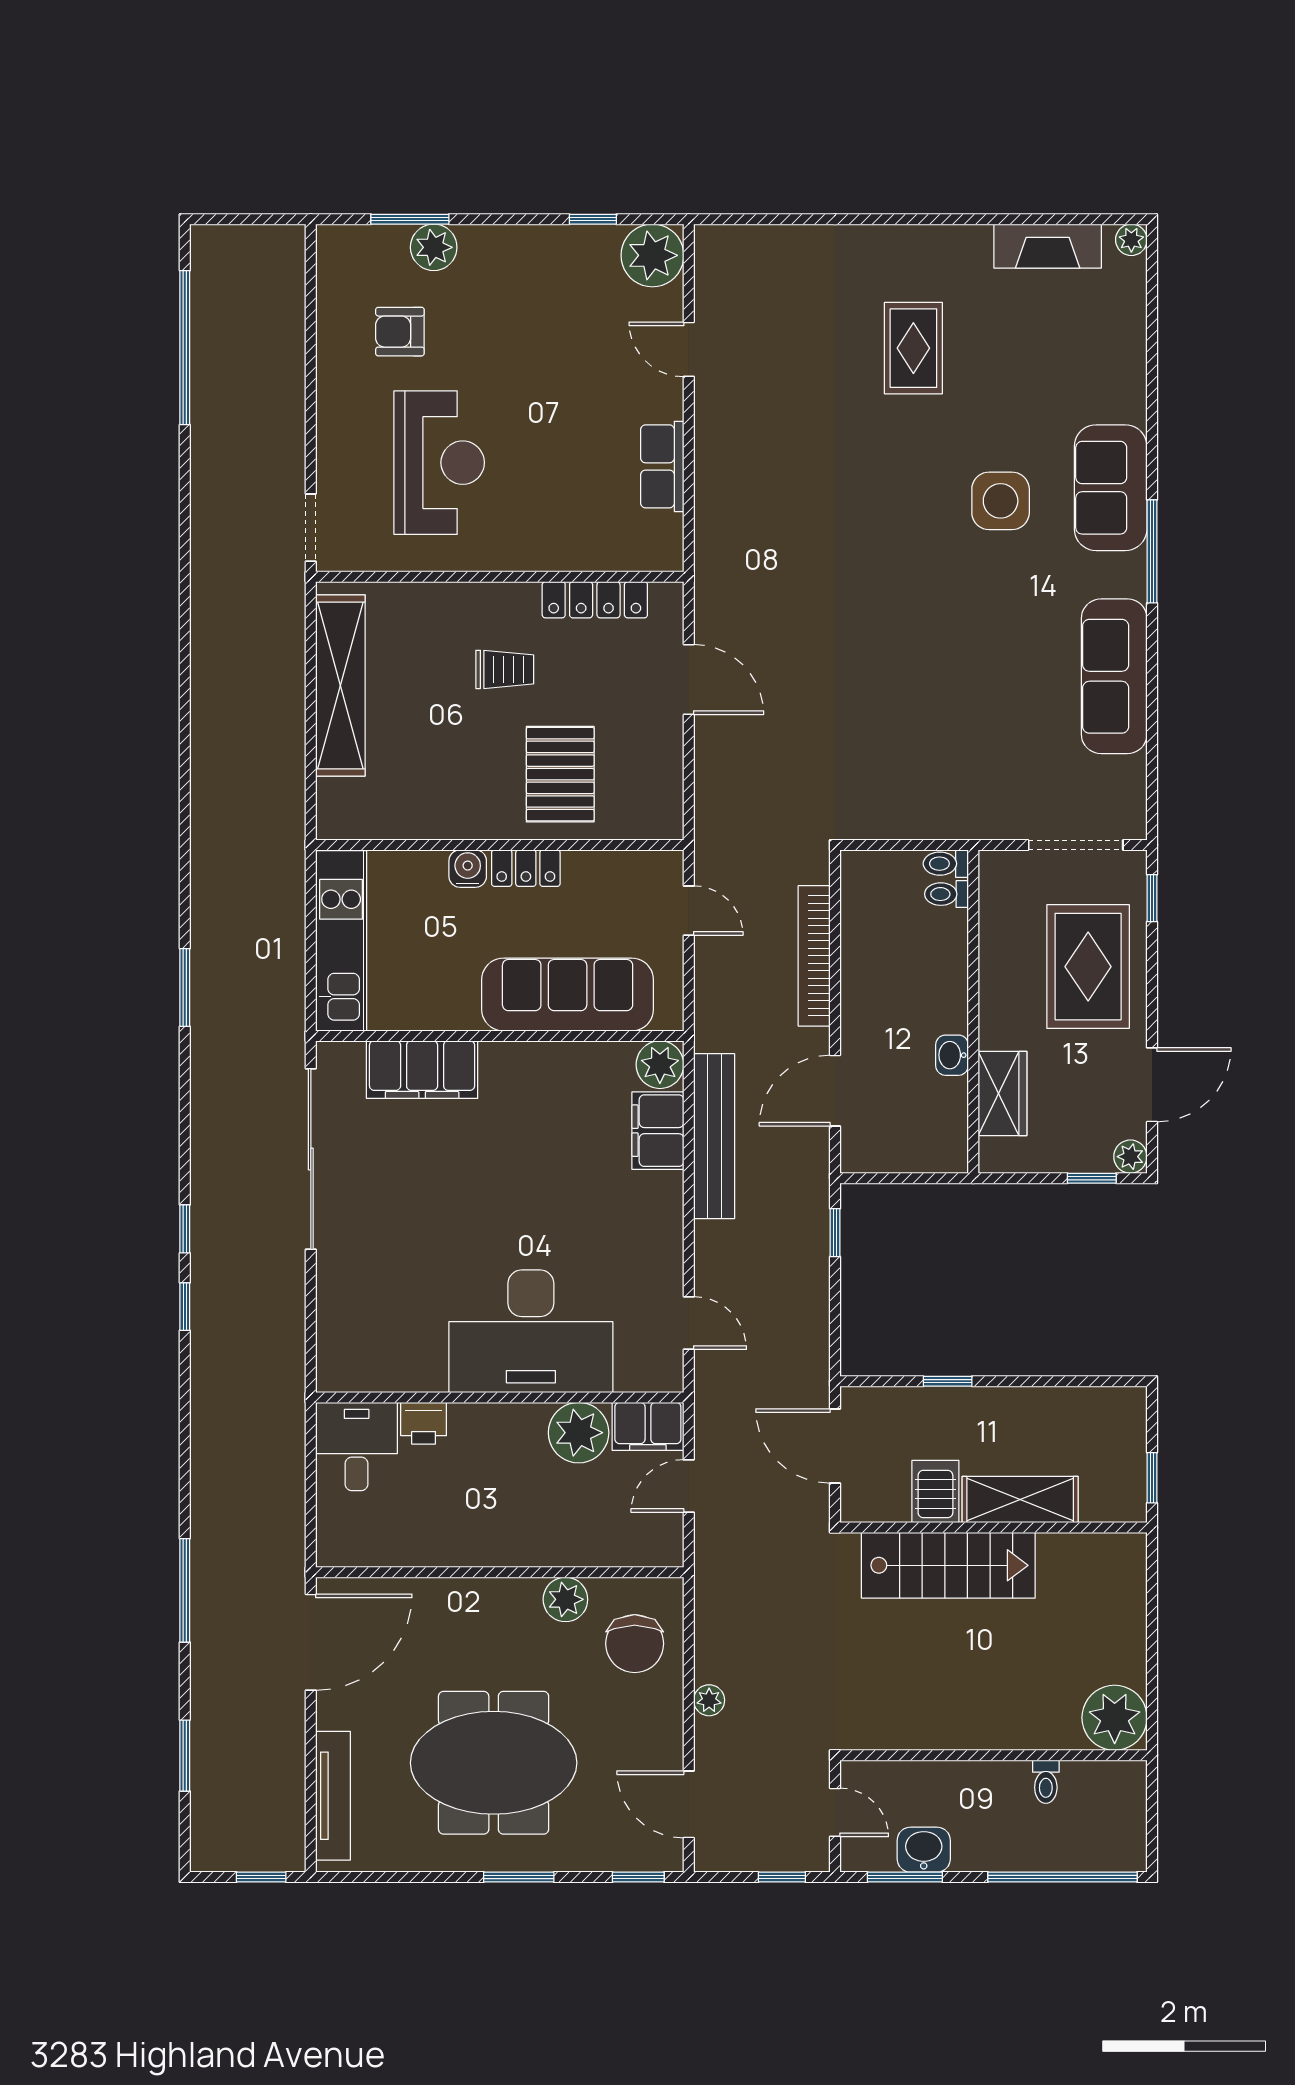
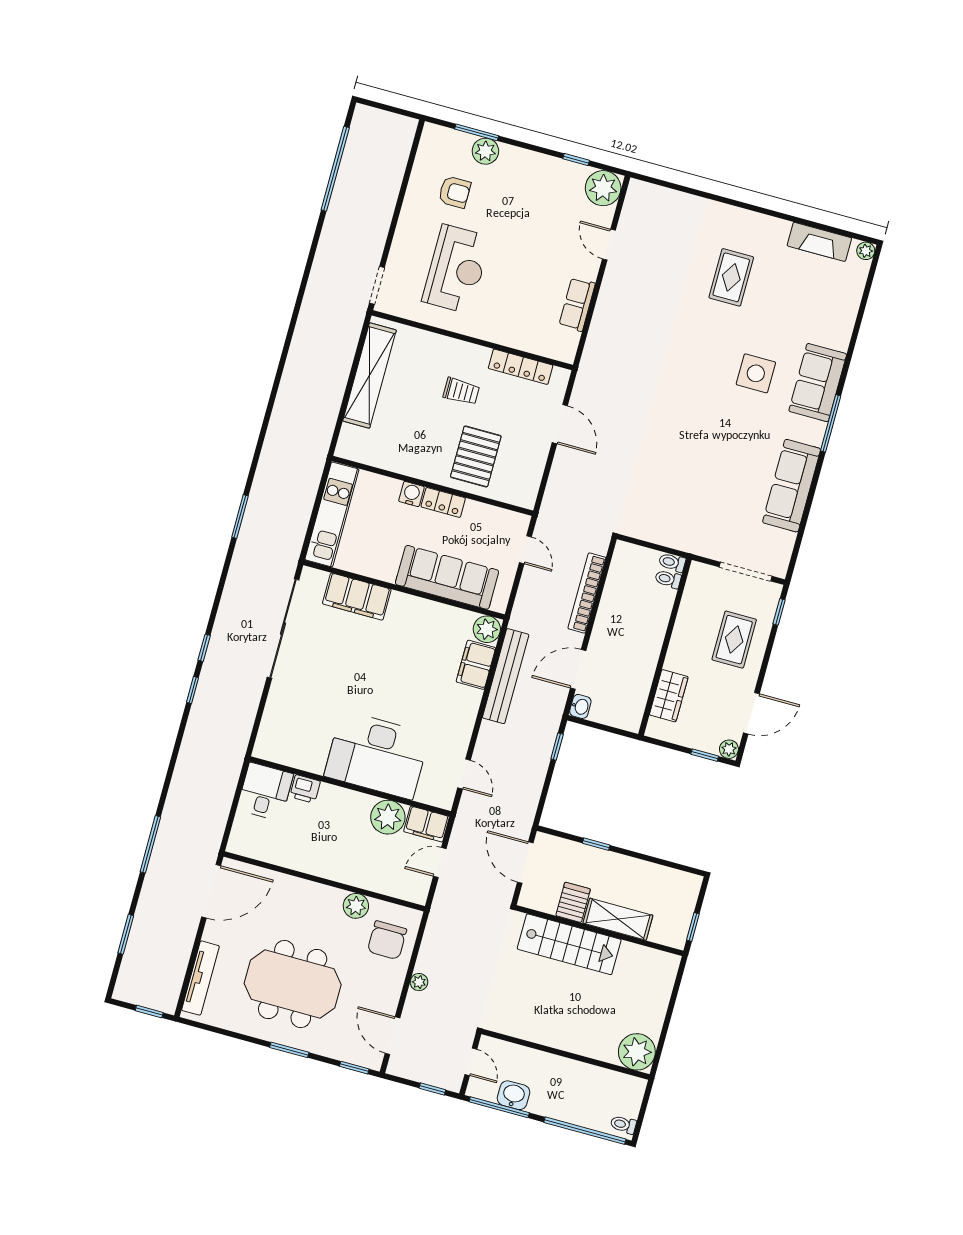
armchair: (400, 332) -> (455, 192), turned 180
rug: (1088, 967) -> (734, 640), width x0.73, depth x0.70
washbasin: (952, 1055) -> (580, 706), moved, turned 180
toilet: (1046, 1782) -> (623, 1125), moved, turned 90
window: (905, 1877) -> (499, 1107), width x1.44

